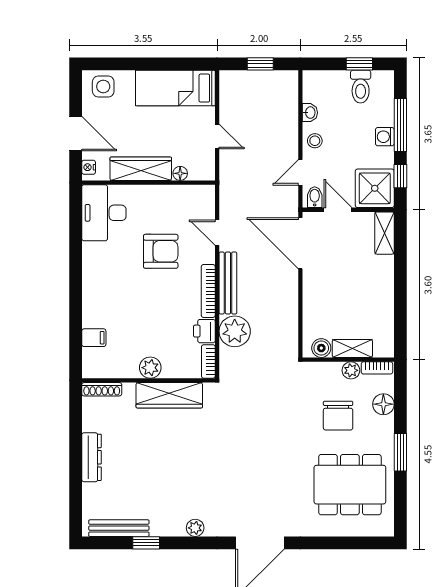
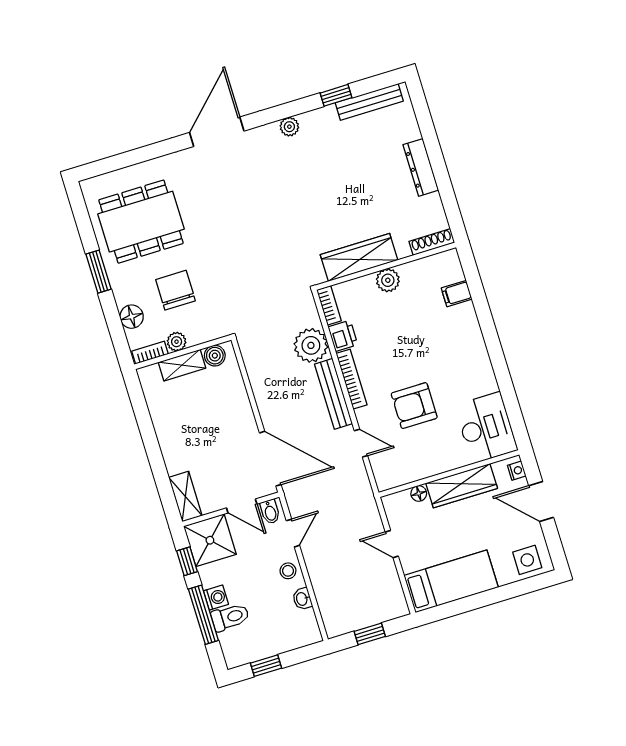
toilet: (361, 87) -> (230, 617), moved, turned 90

